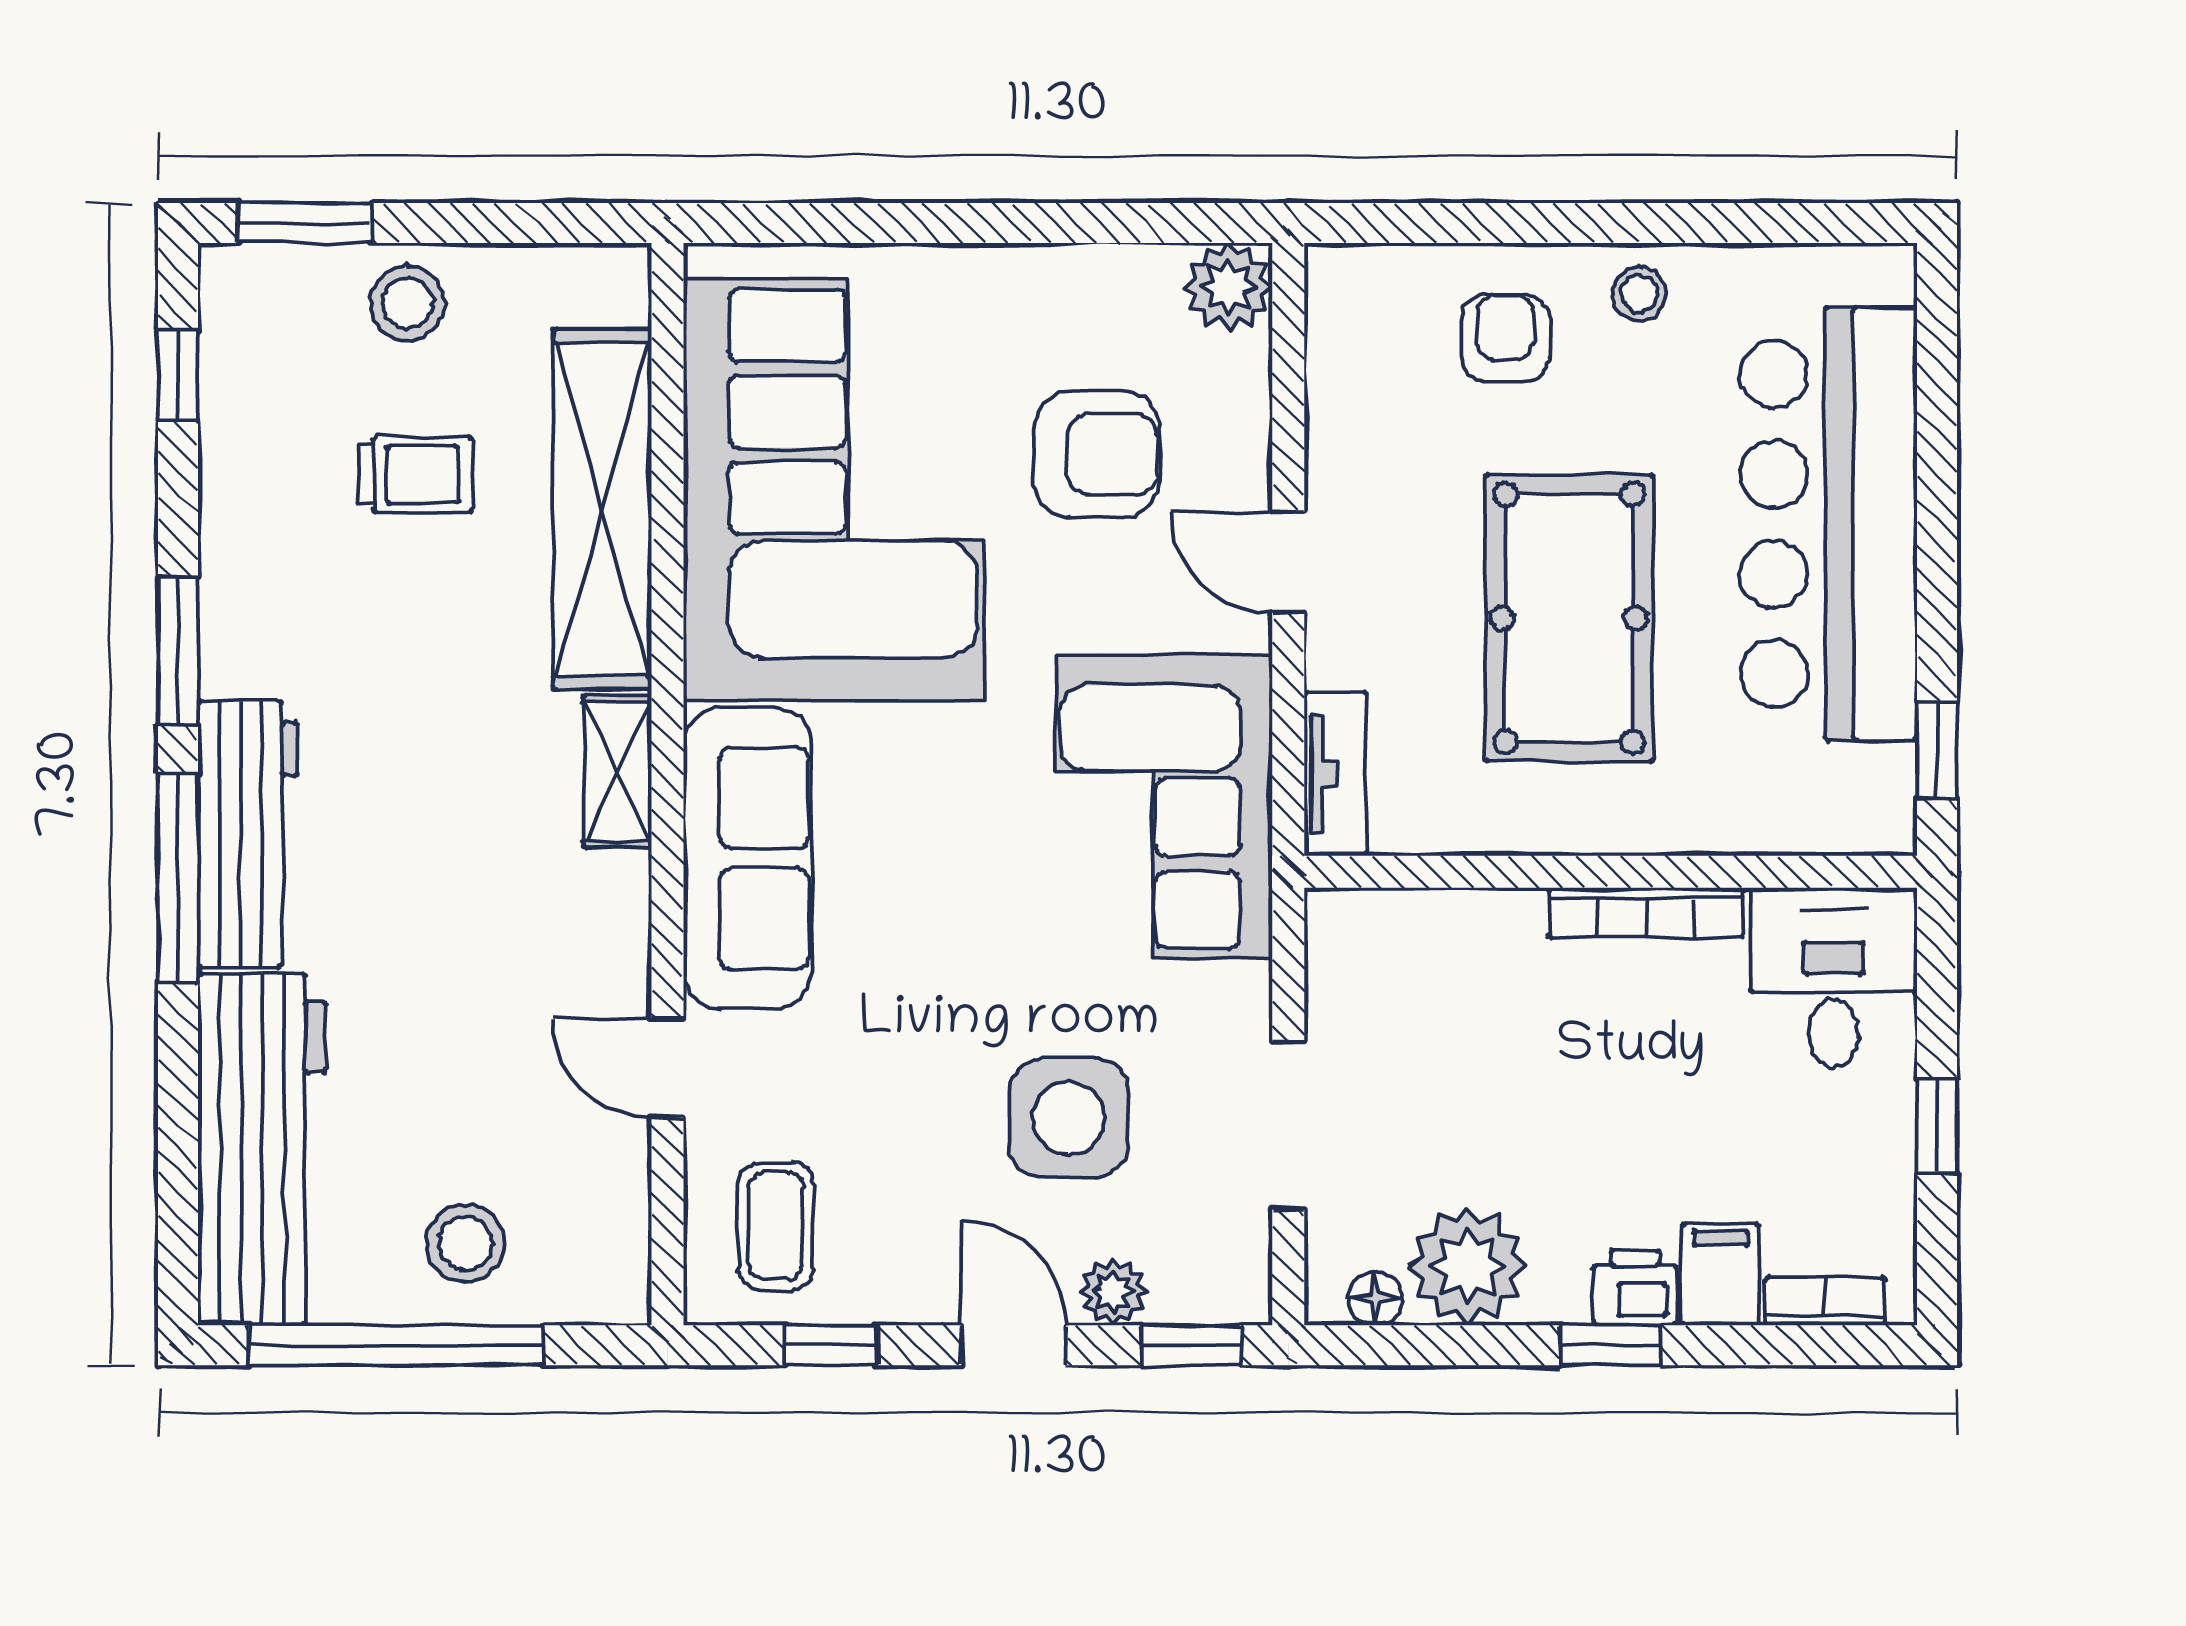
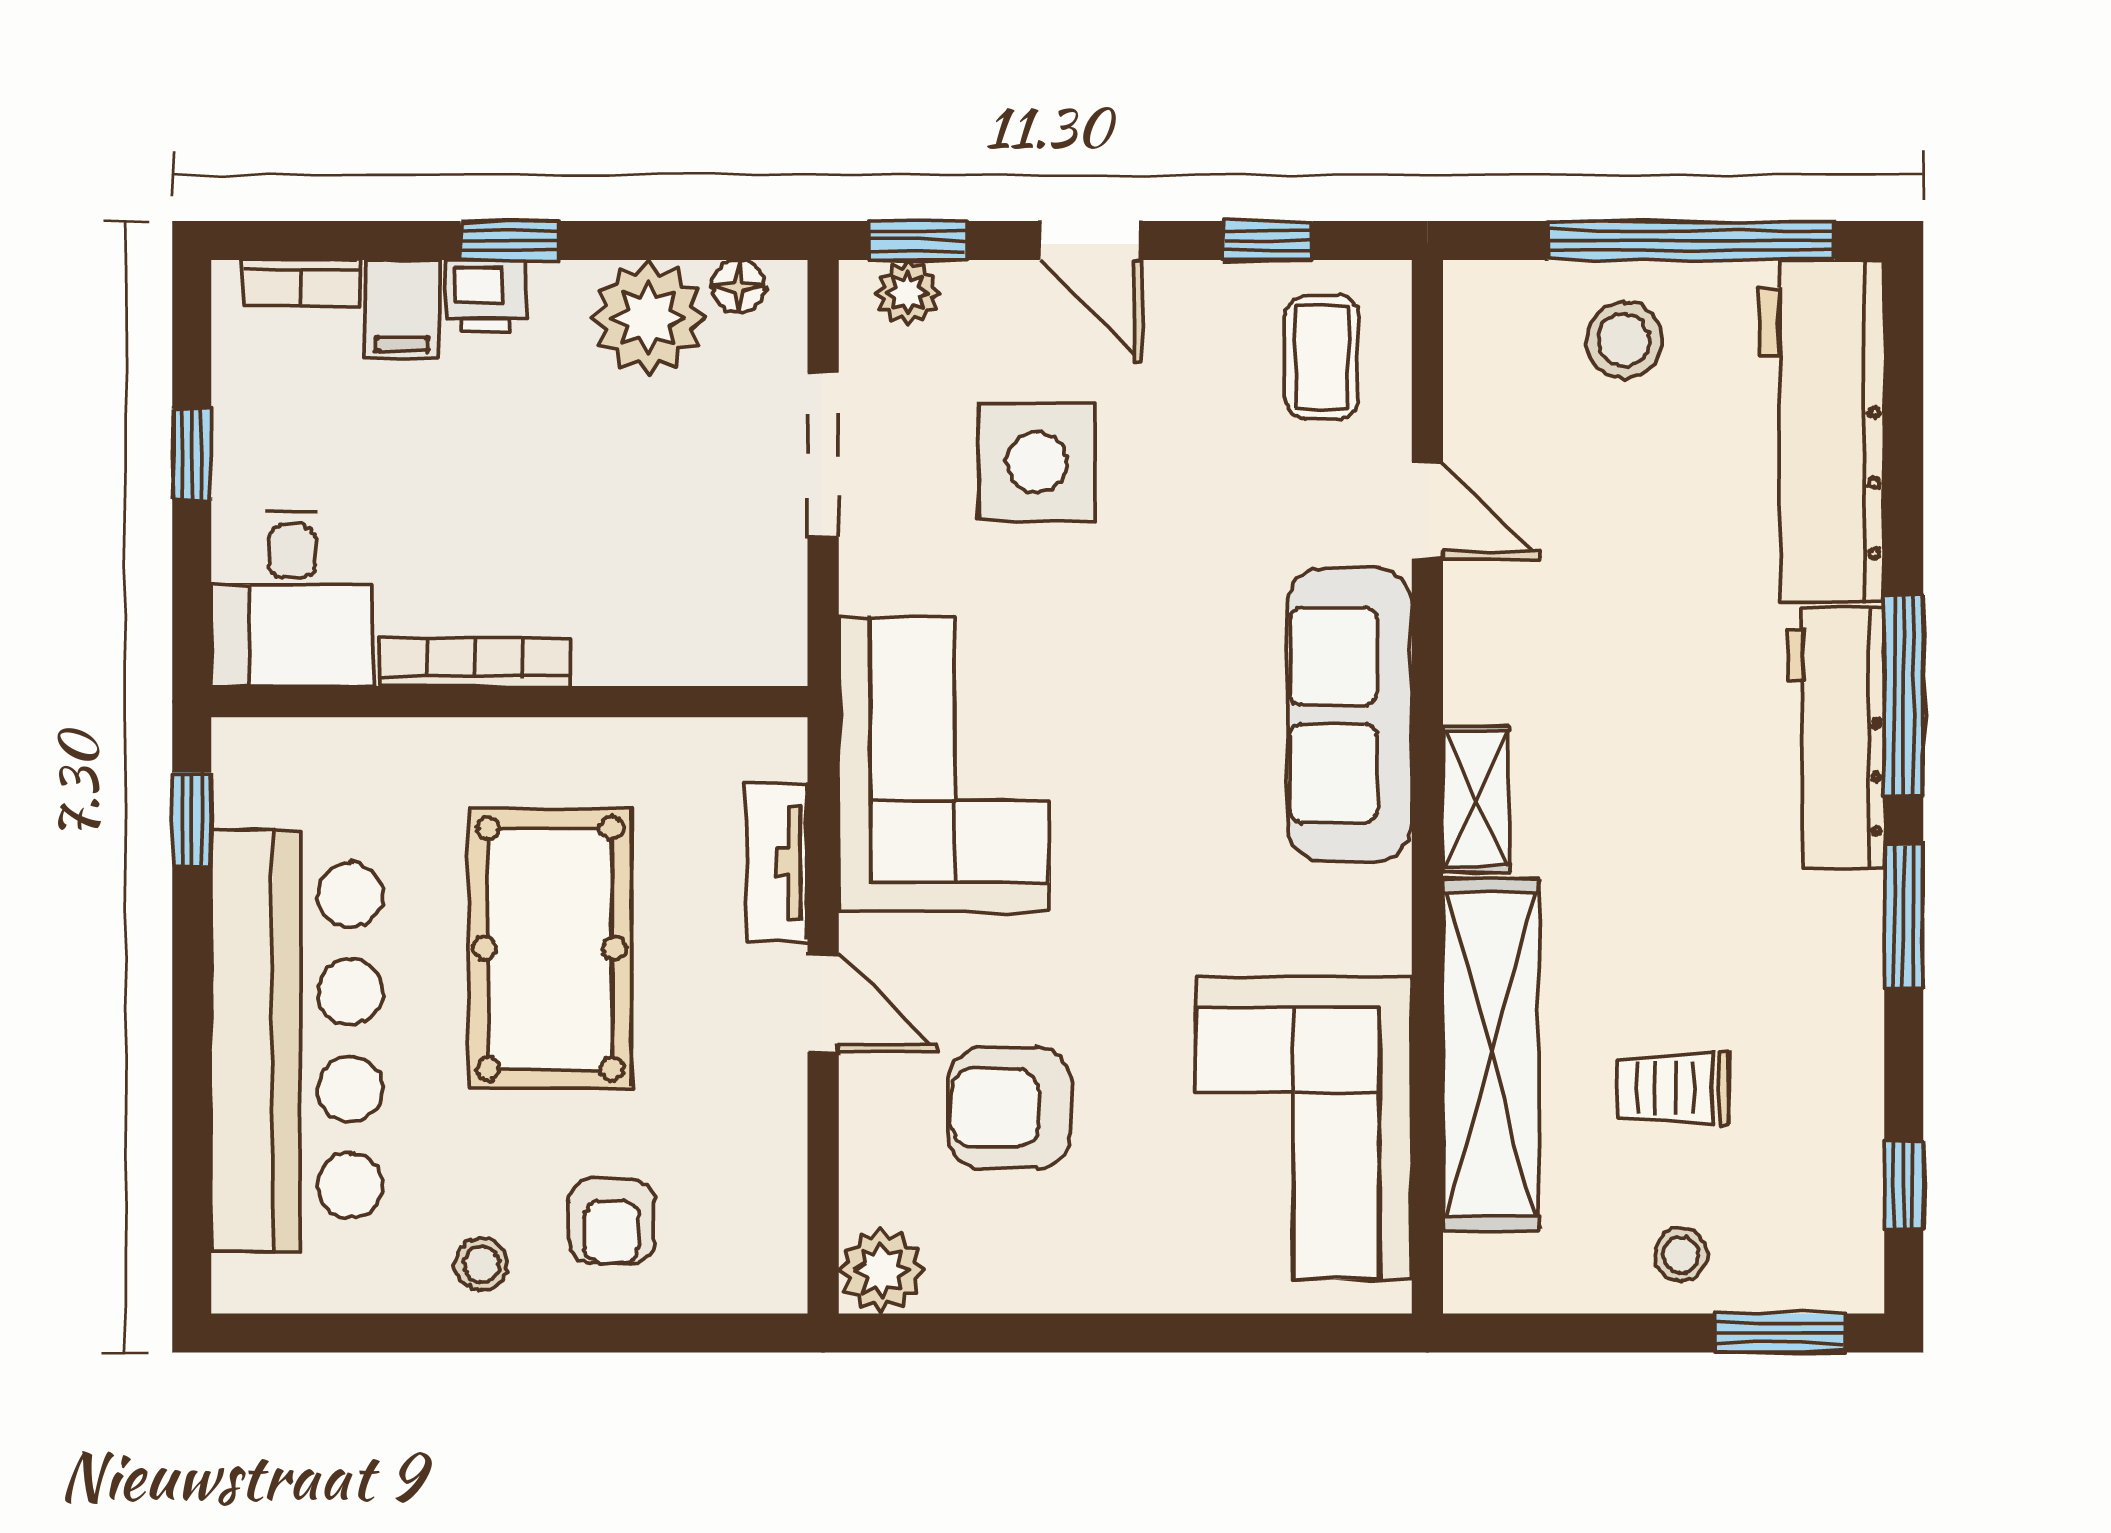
stool: (407, 303) -> (1681, 1255), width x0.73, depth x0.73
corner sofa: (834, 490) -> (1304, 1128), width x0.73, depth x0.74
tv unit: (1335, 774) -> (777, 862), moved
plant: (1113, 1292) -> (908, 293), moved

